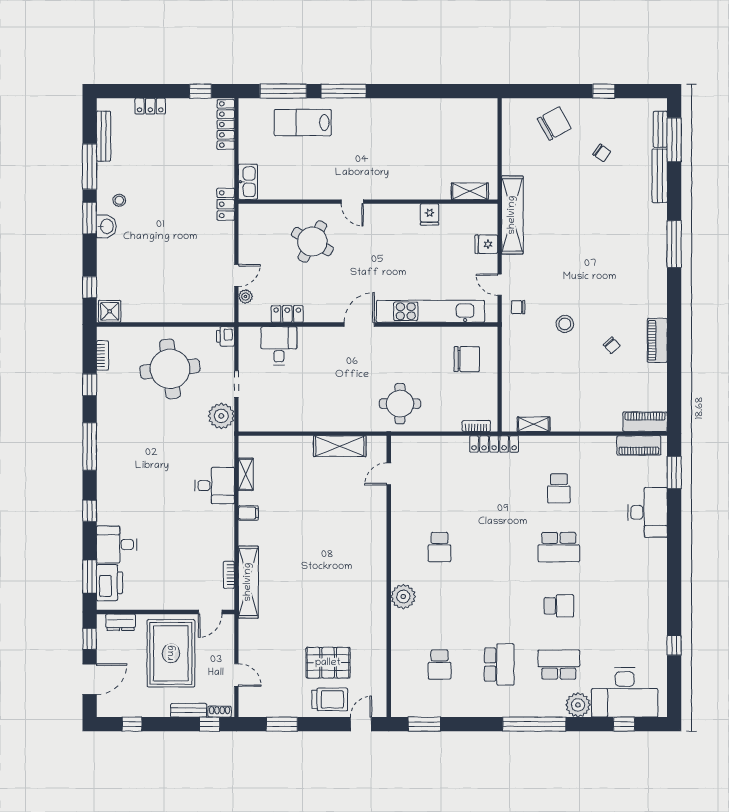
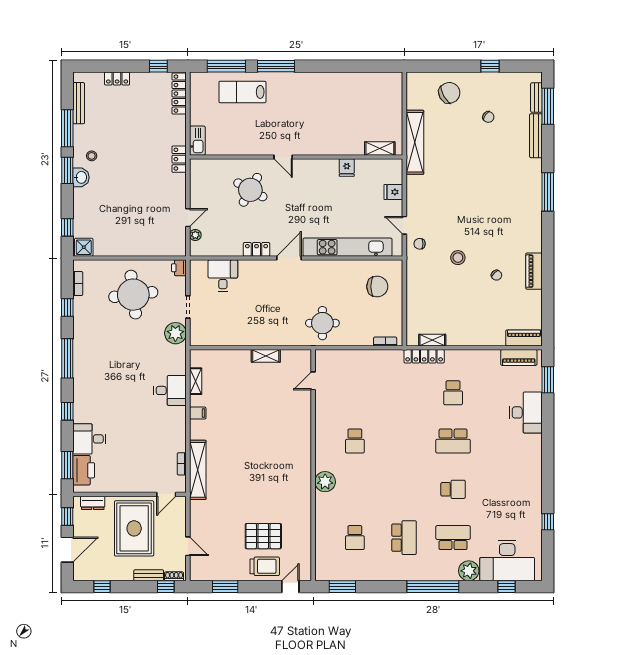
shelving: (512, 215) -> (415, 142), moved
locker: (287, 314) -> (257, 249), moved
locker: (494, 444) -> (424, 356), moved
shelving: (340, 446) -> (266, 356), width x0.67, depth x0.75

